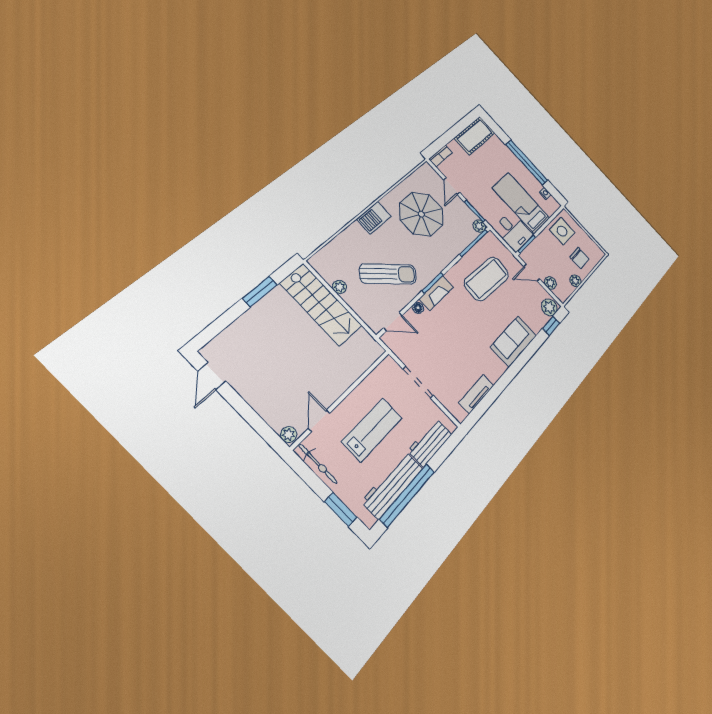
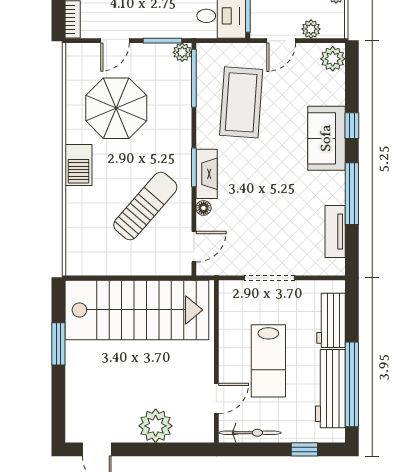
door: (452, 186) -> (115, 41), hinge flipped
plant: (339, 287) -> (116, 267), removed
stairs: (321, 305) -> (137, 310), width x1.36, depth x1.51
window: (551, 326) -> (352, 126), moved
window: (502, 383) -> (352, 194), added
door: (319, 421) -> (216, 399), swing flipped
lab bench: (372, 430) -> (268, 361), turned 180
plant: (289, 434) -> (156, 426), moved, width x1.88, depth x1.88
window: (341, 510) -> (304, 449), width x0.67

